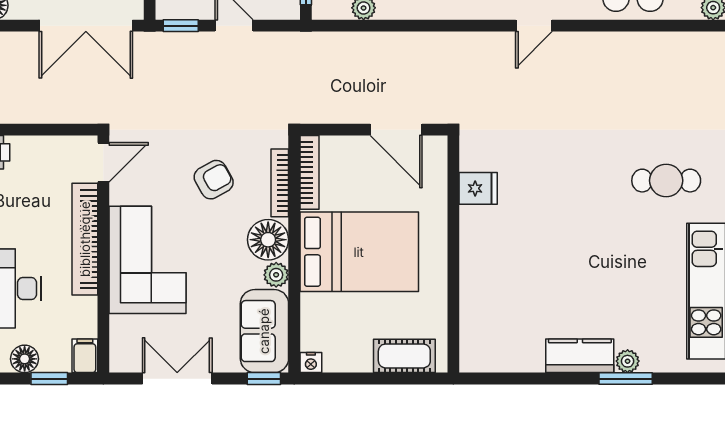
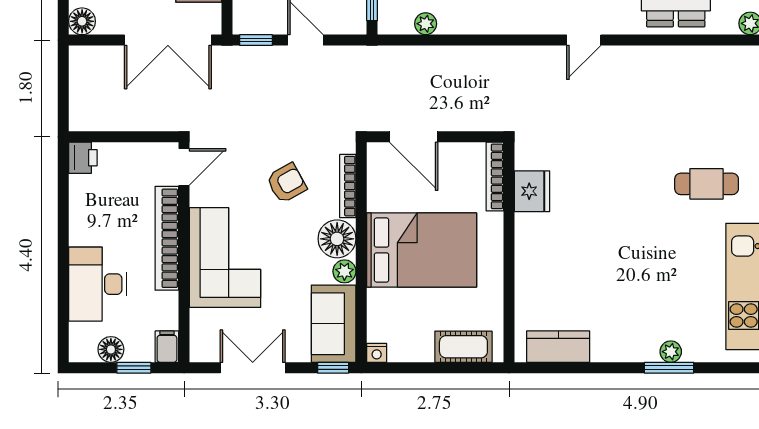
door: (396, 130) -> (414, 137), moved
bookcase: (310, 172) -> (495, 176), moved, turned 180
fridge: (478, 188) -> (532, 191), width x1.38
kitchen counter: (580, 356) -> (558, 347), moved

